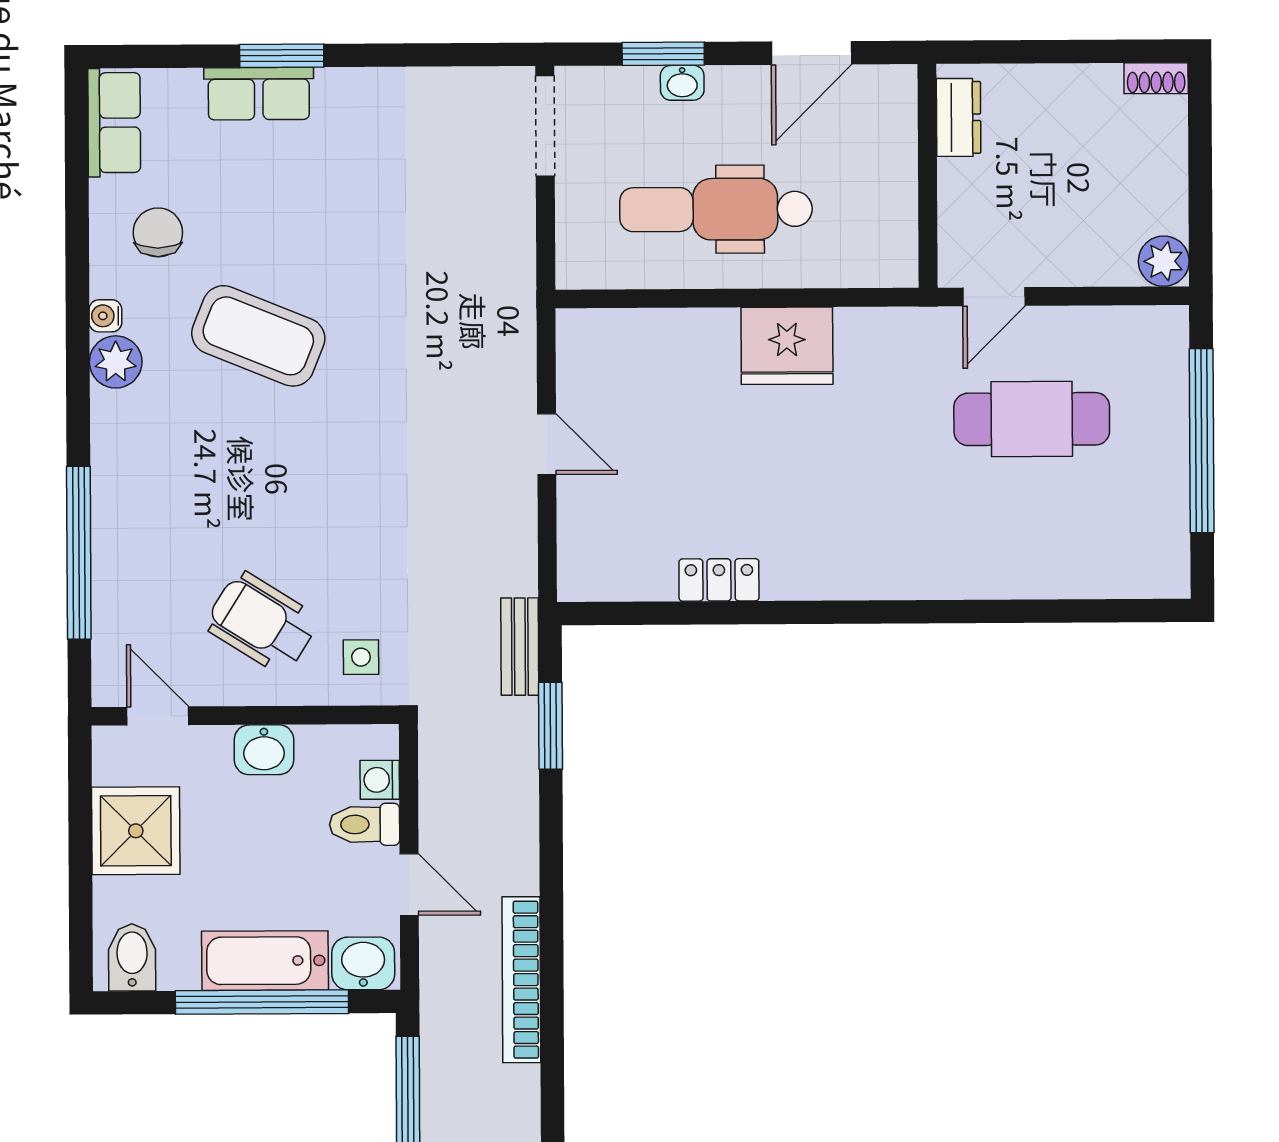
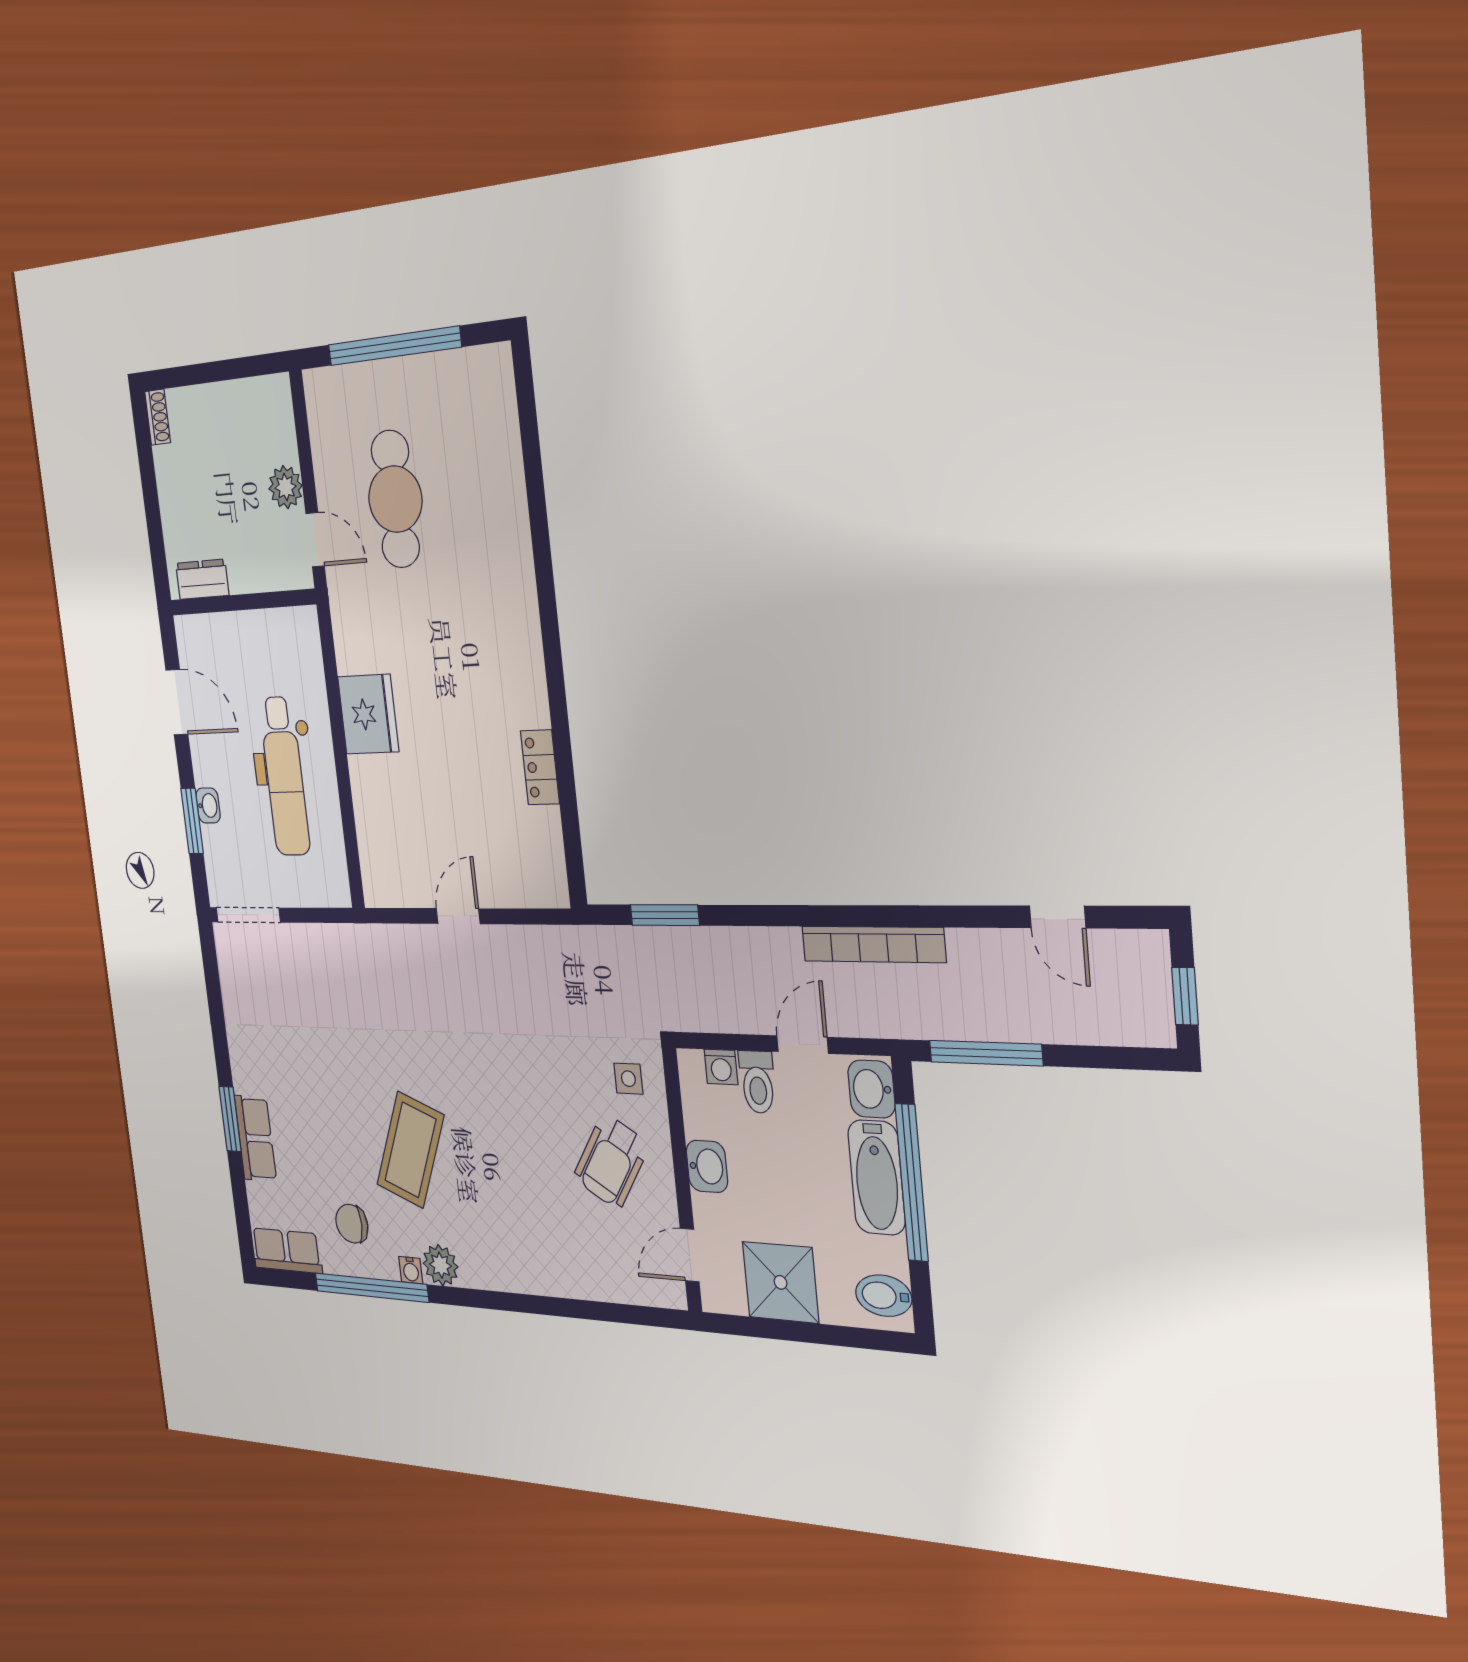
plant: (1164, 261) -> (286, 487), moved
window: (79, 553) -> (371, 1288), moved
bench: (520, 647) -> (607, 941), removed

